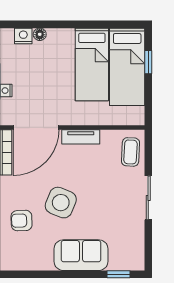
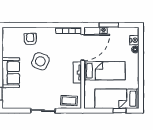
bed: (92, 64) -> (104, 71), moved, turned 180
door: (36, 128) -> (83, 47), swing flipped

